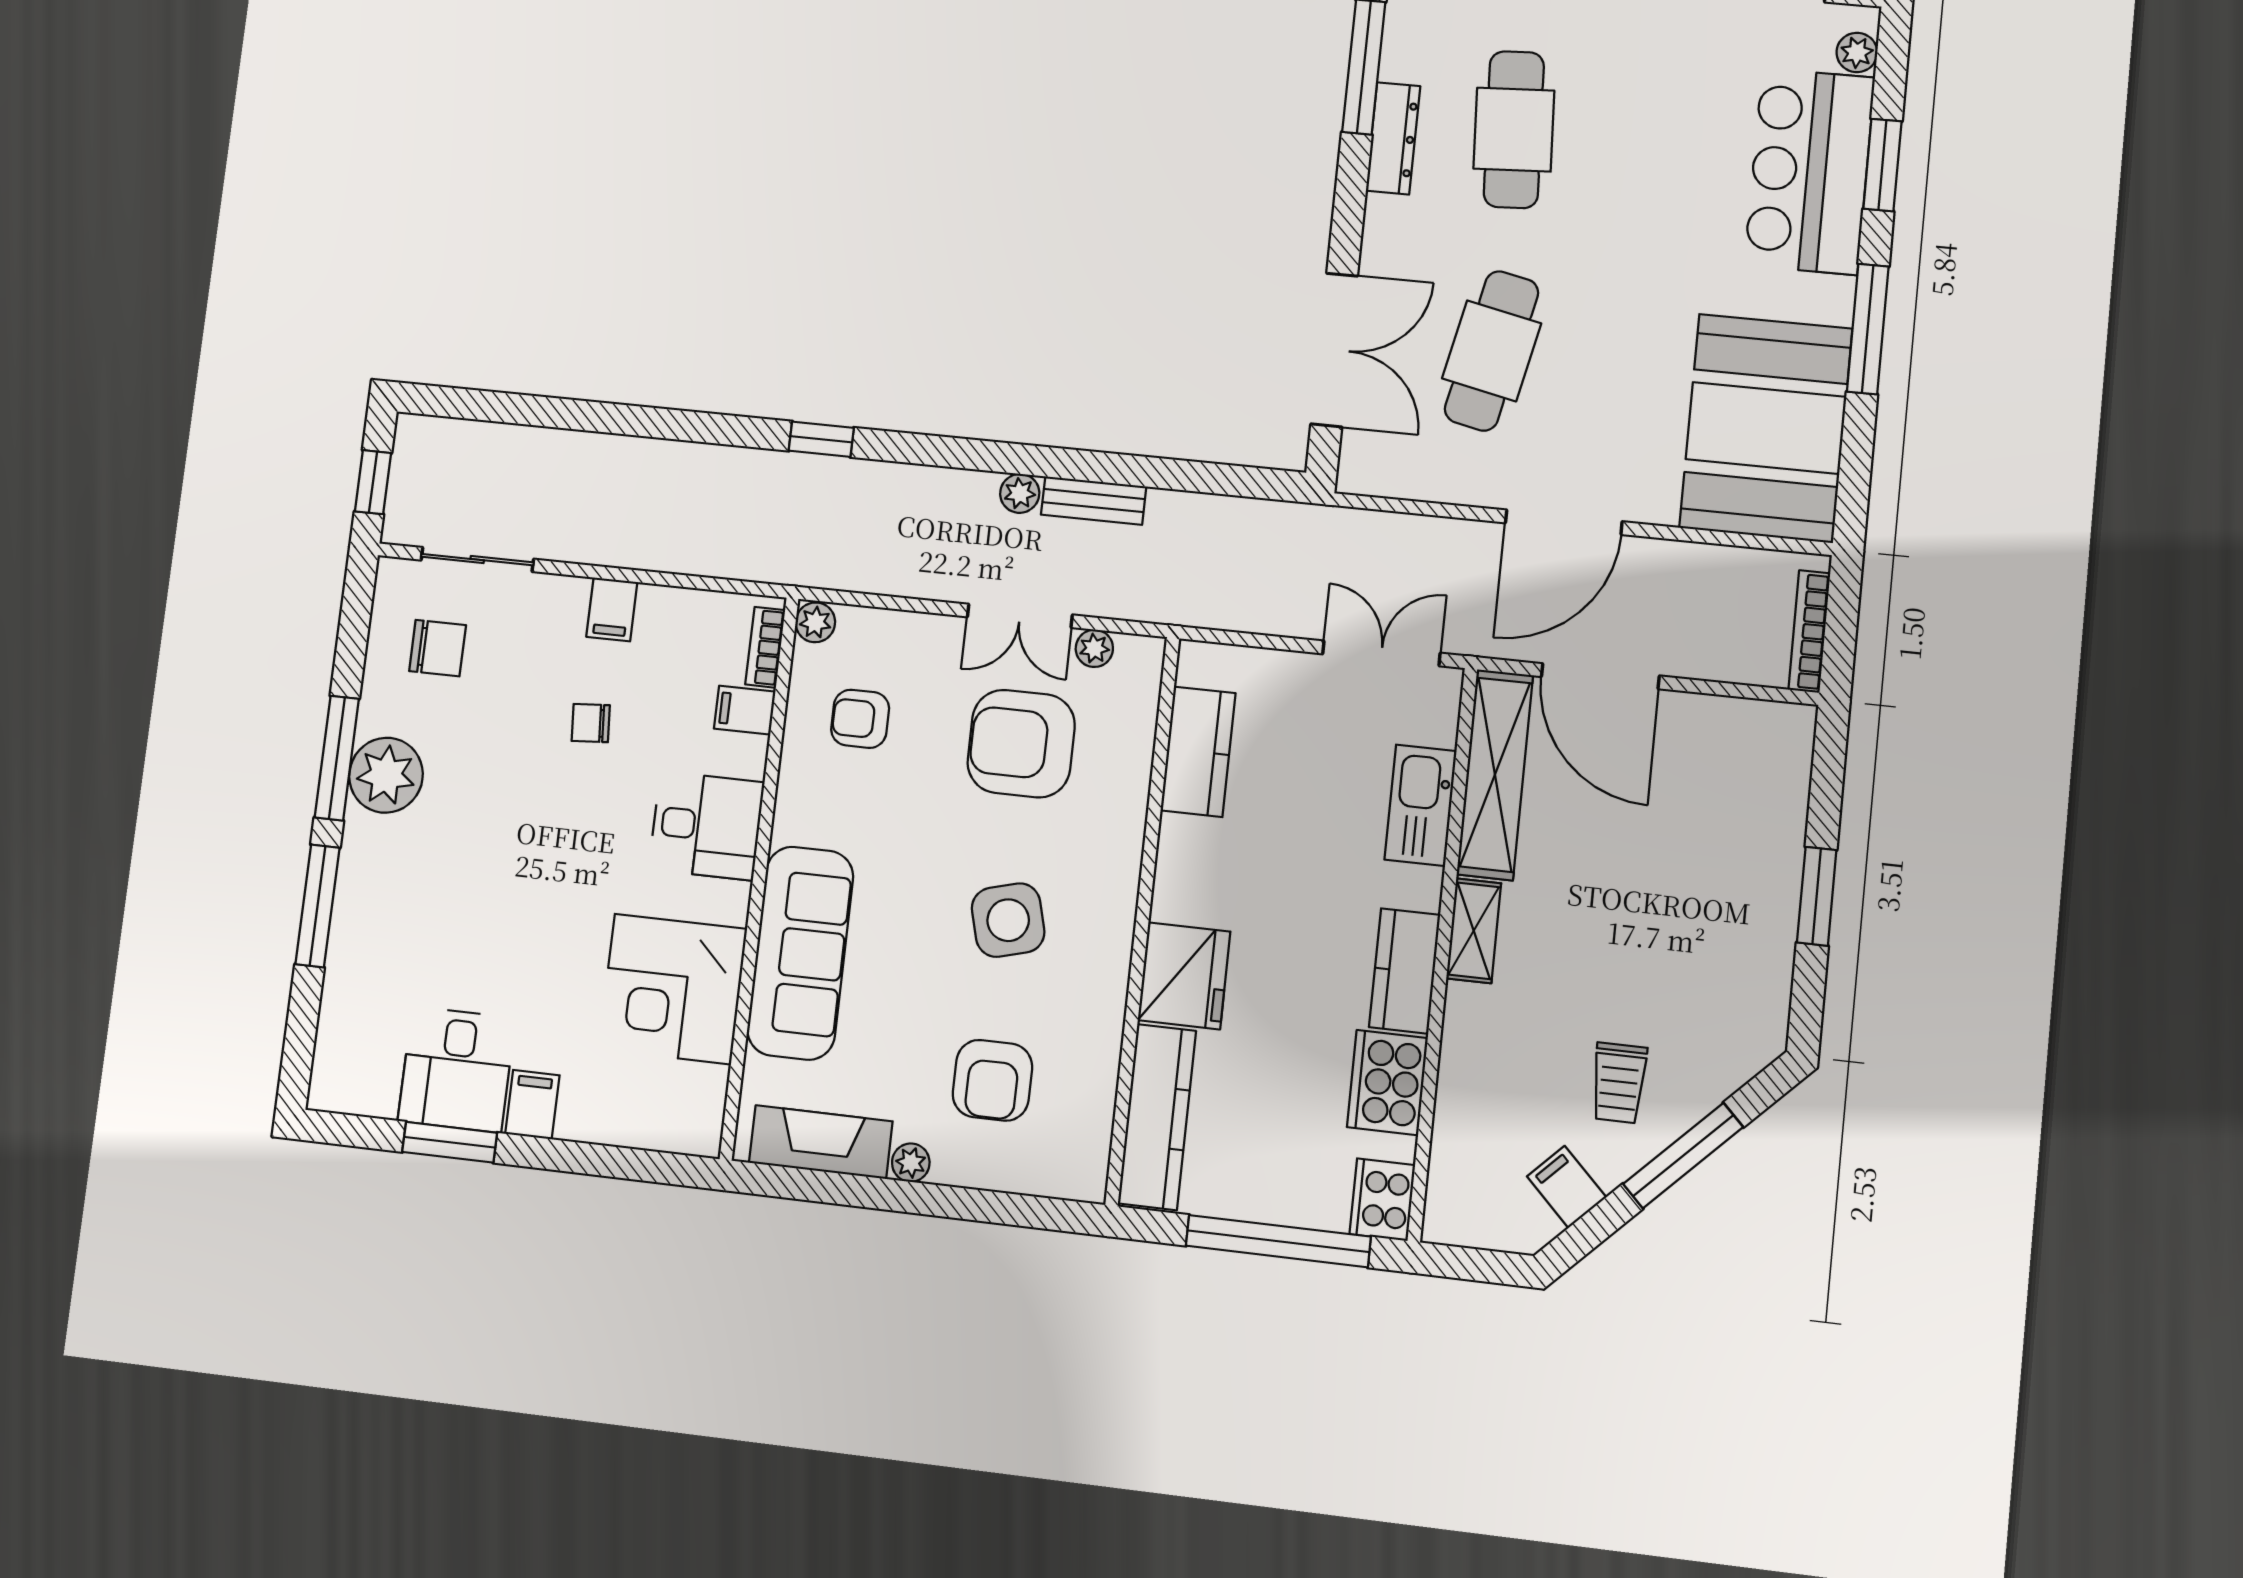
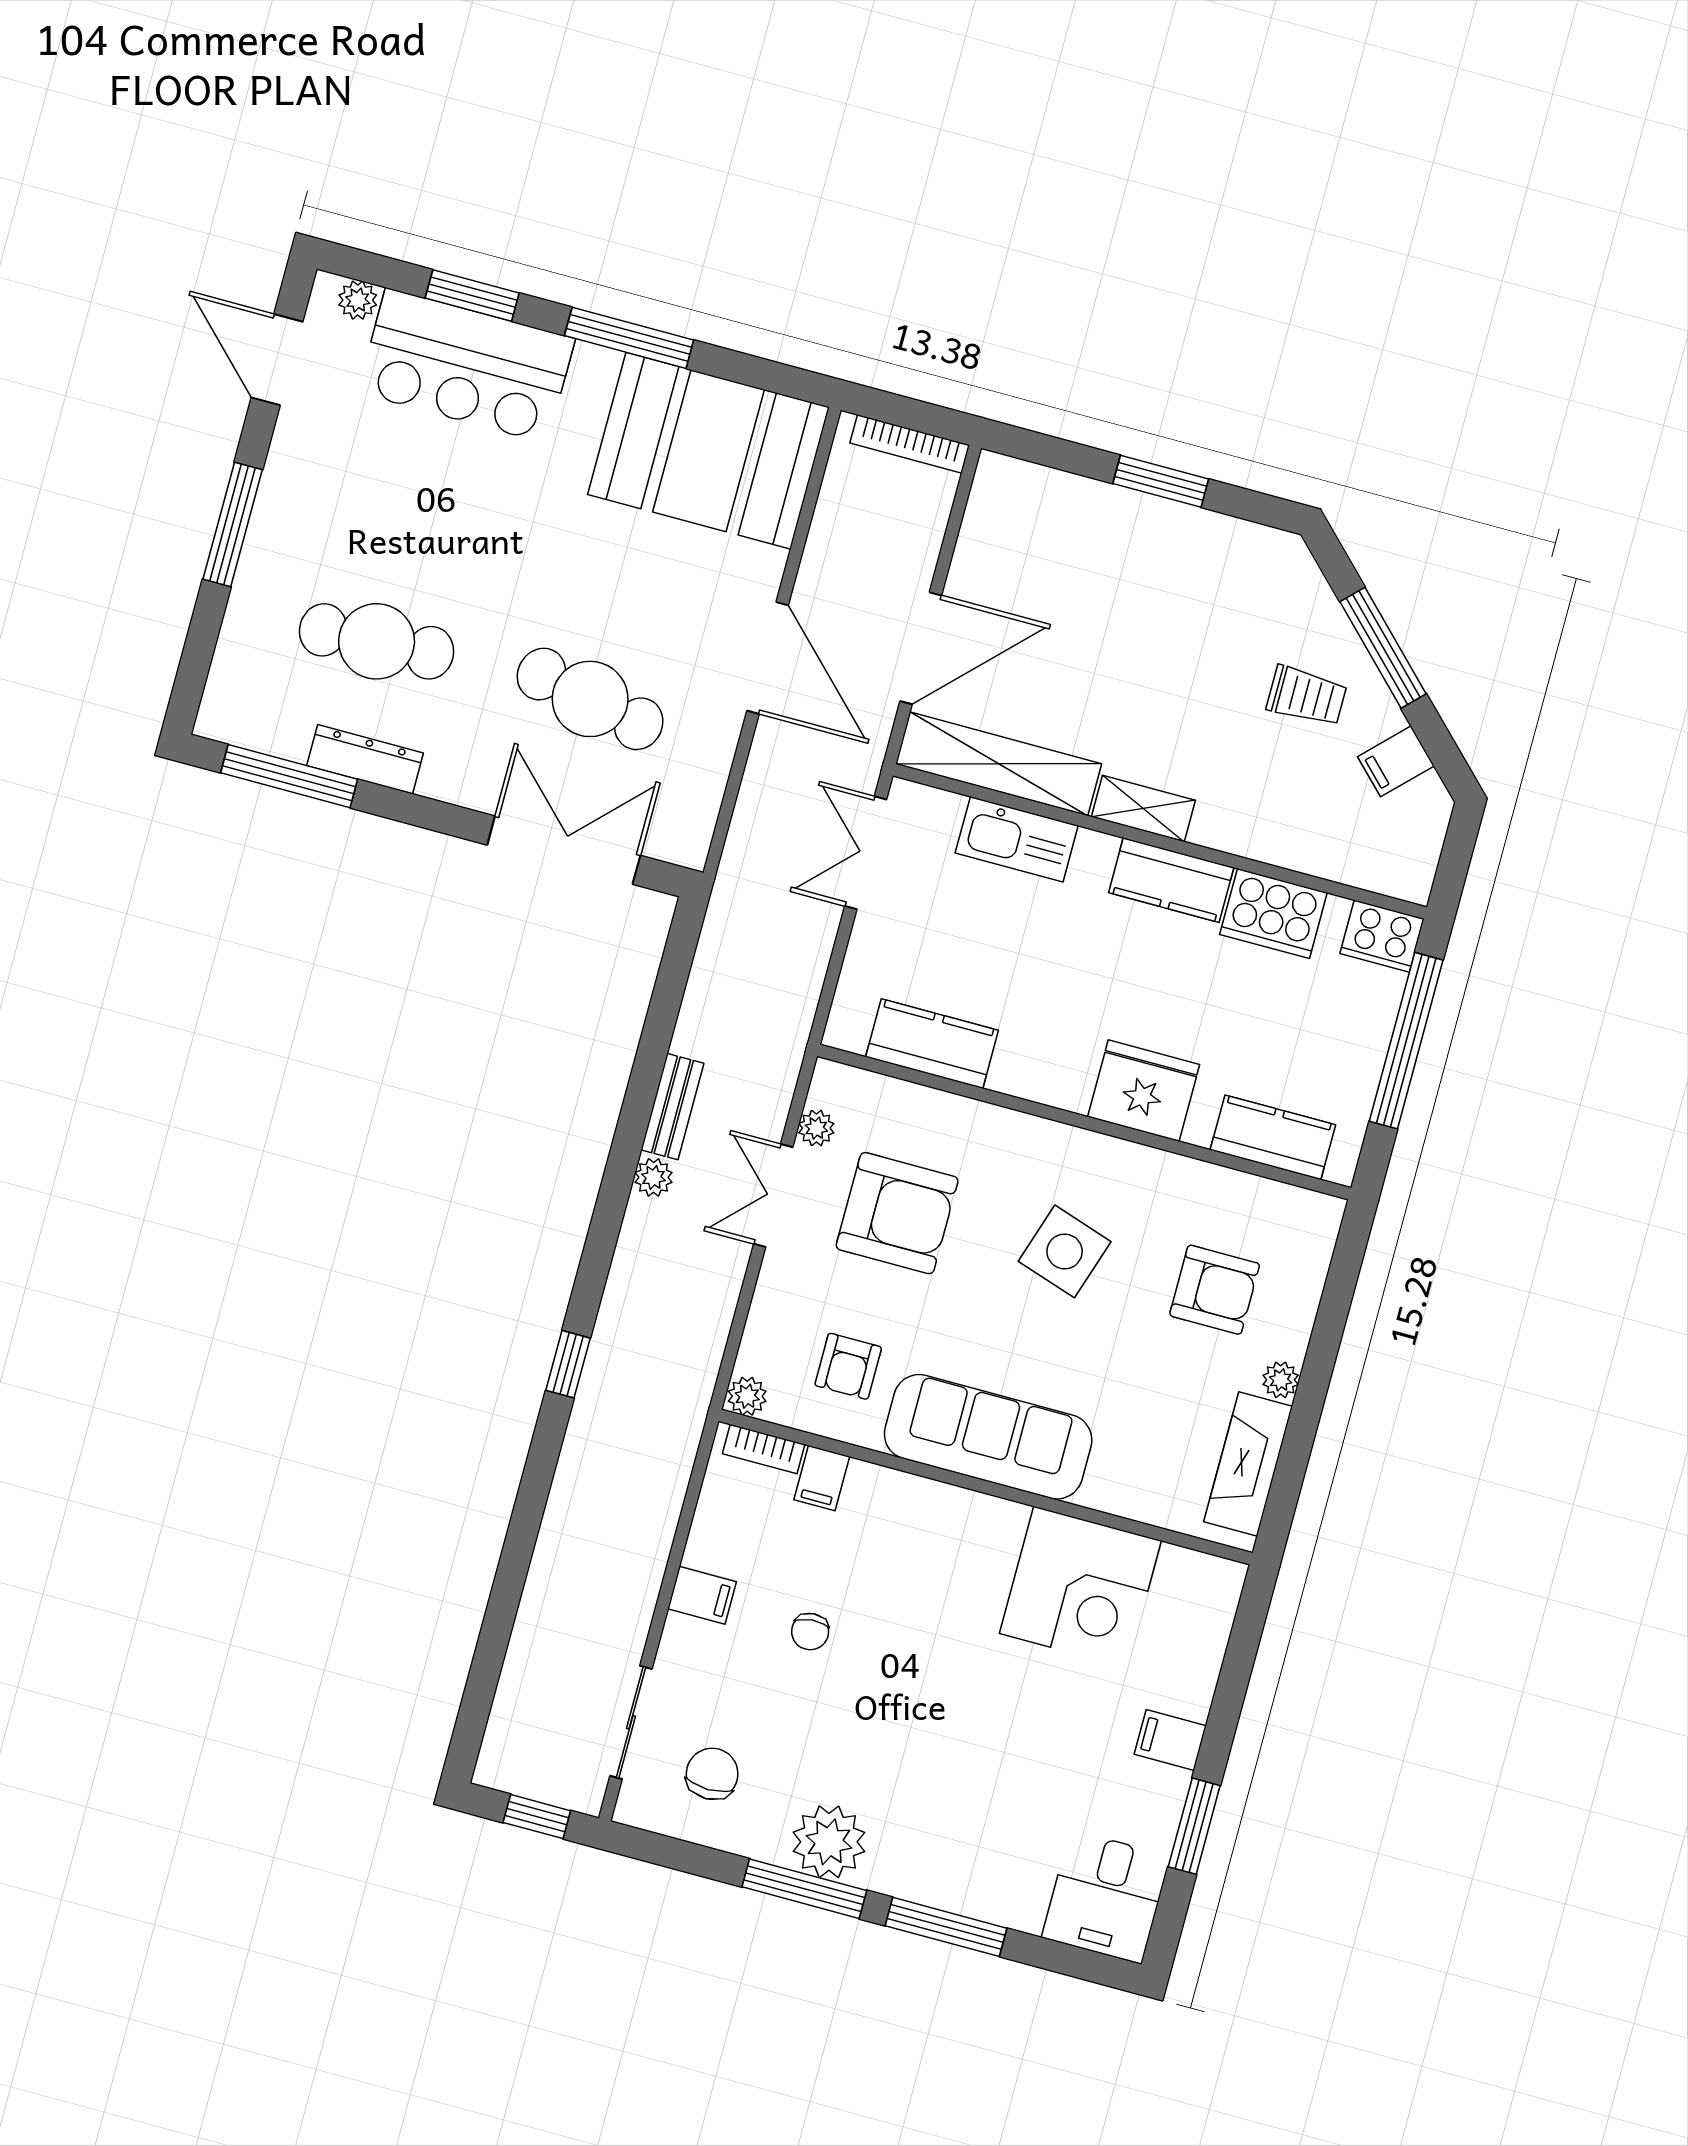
double door: (1020, 616) -> (773, 1196), swing flipped
armchair: (1021, 744) -> (897, 1213), turned -90
desk: (707, 826) -> (928, 1532), removed
side table: (1008, 920) -> (1065, 1251), turned 33
sofa: (800, 953) -> (988, 1437), moved
desk: (457, 1069) -> (1106, 1897), moved, turned 90
kitchen counter: (1157, 1117) -> (1273, 1137), width x0.67

